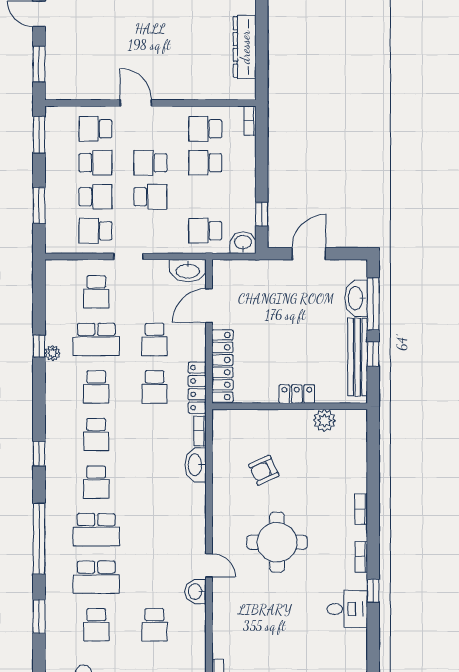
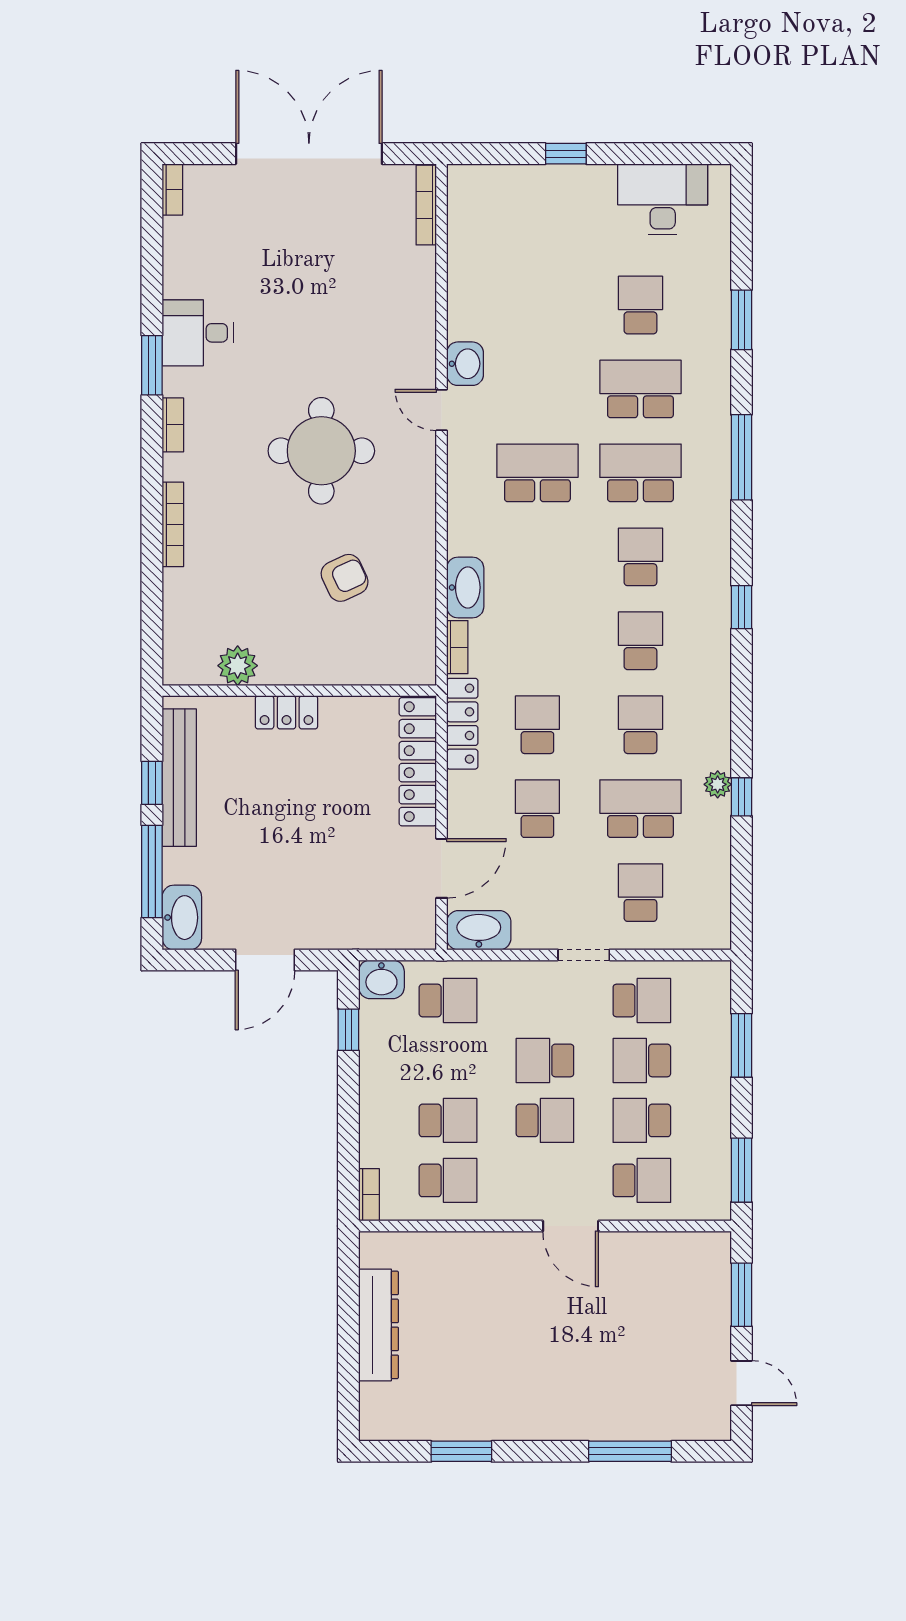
washbasin: (356, 298) -> (182, 918), moved
bookcase: (361, 509) -> (173, 524), width x1.56
window: (39, 539) -> (741, 457), width x0.68
window: (373, 591) -> (152, 365), width x1.50
school desk: (155, 625) -> (537, 473), moved, width x1.85

